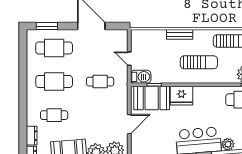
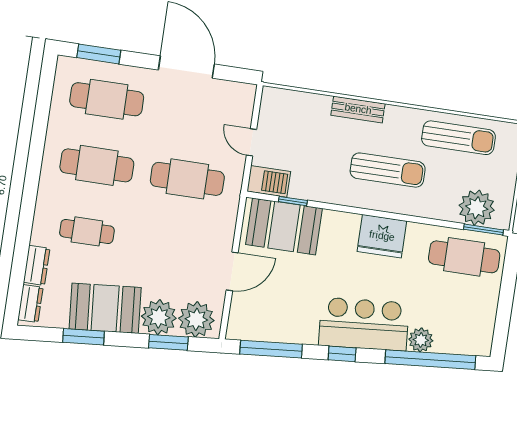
cafe table: (100, 82) -> (187, 179), width x1.37, depth x1.35
fridge: (181, 96) -> (382, 236), moved

